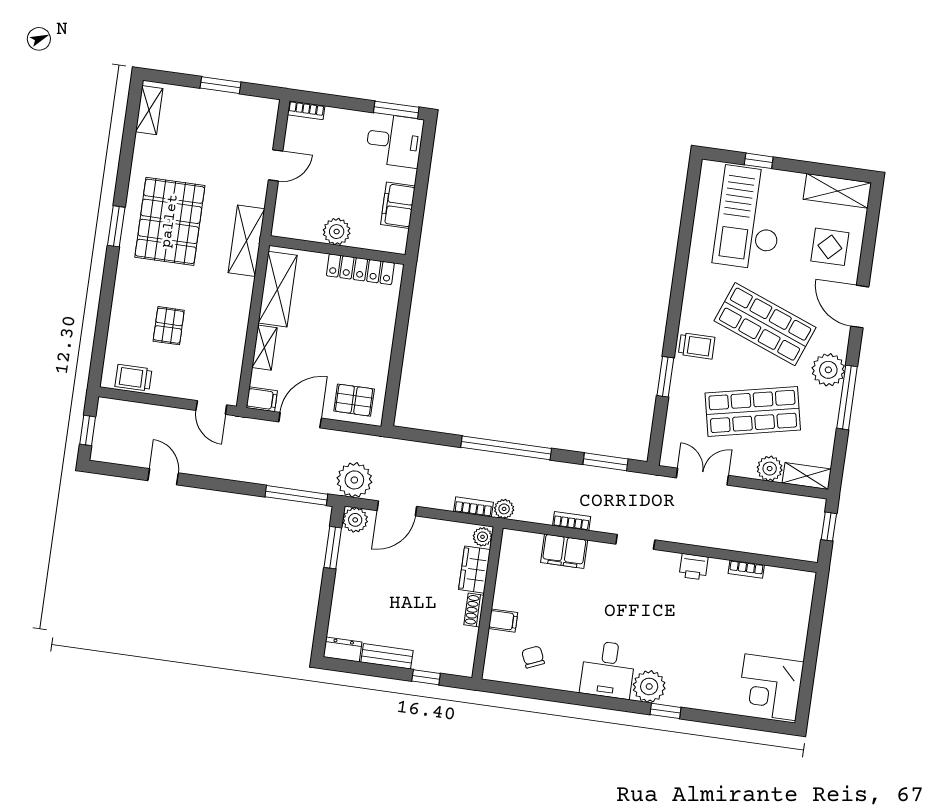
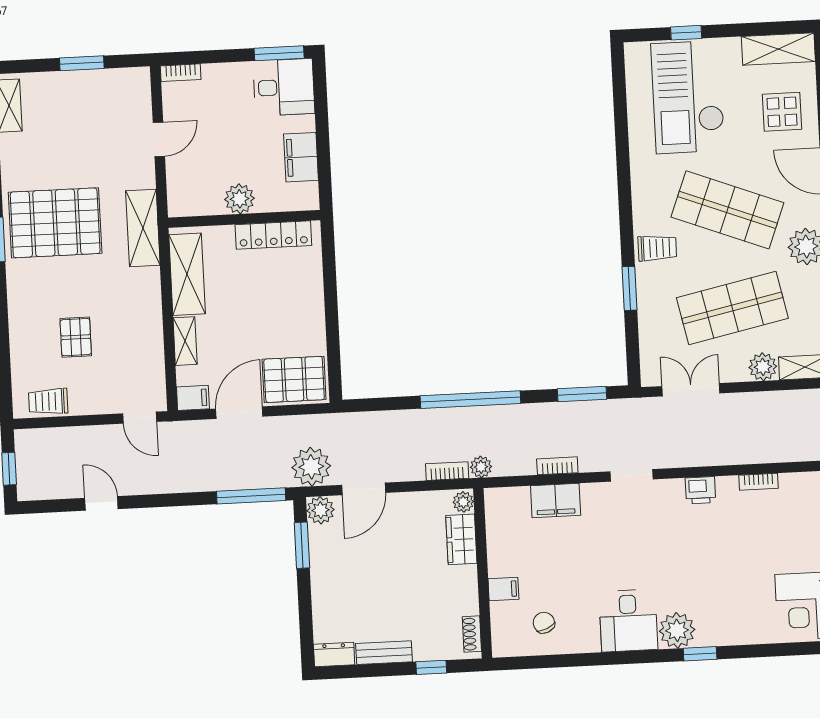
pallet: (170, 221) -> (55, 223), turned 90
pallet: (354, 400) -> (294, 379), width x1.50, depth x1.42
shoe rack: (474, 610) -> (472, 634), moved

